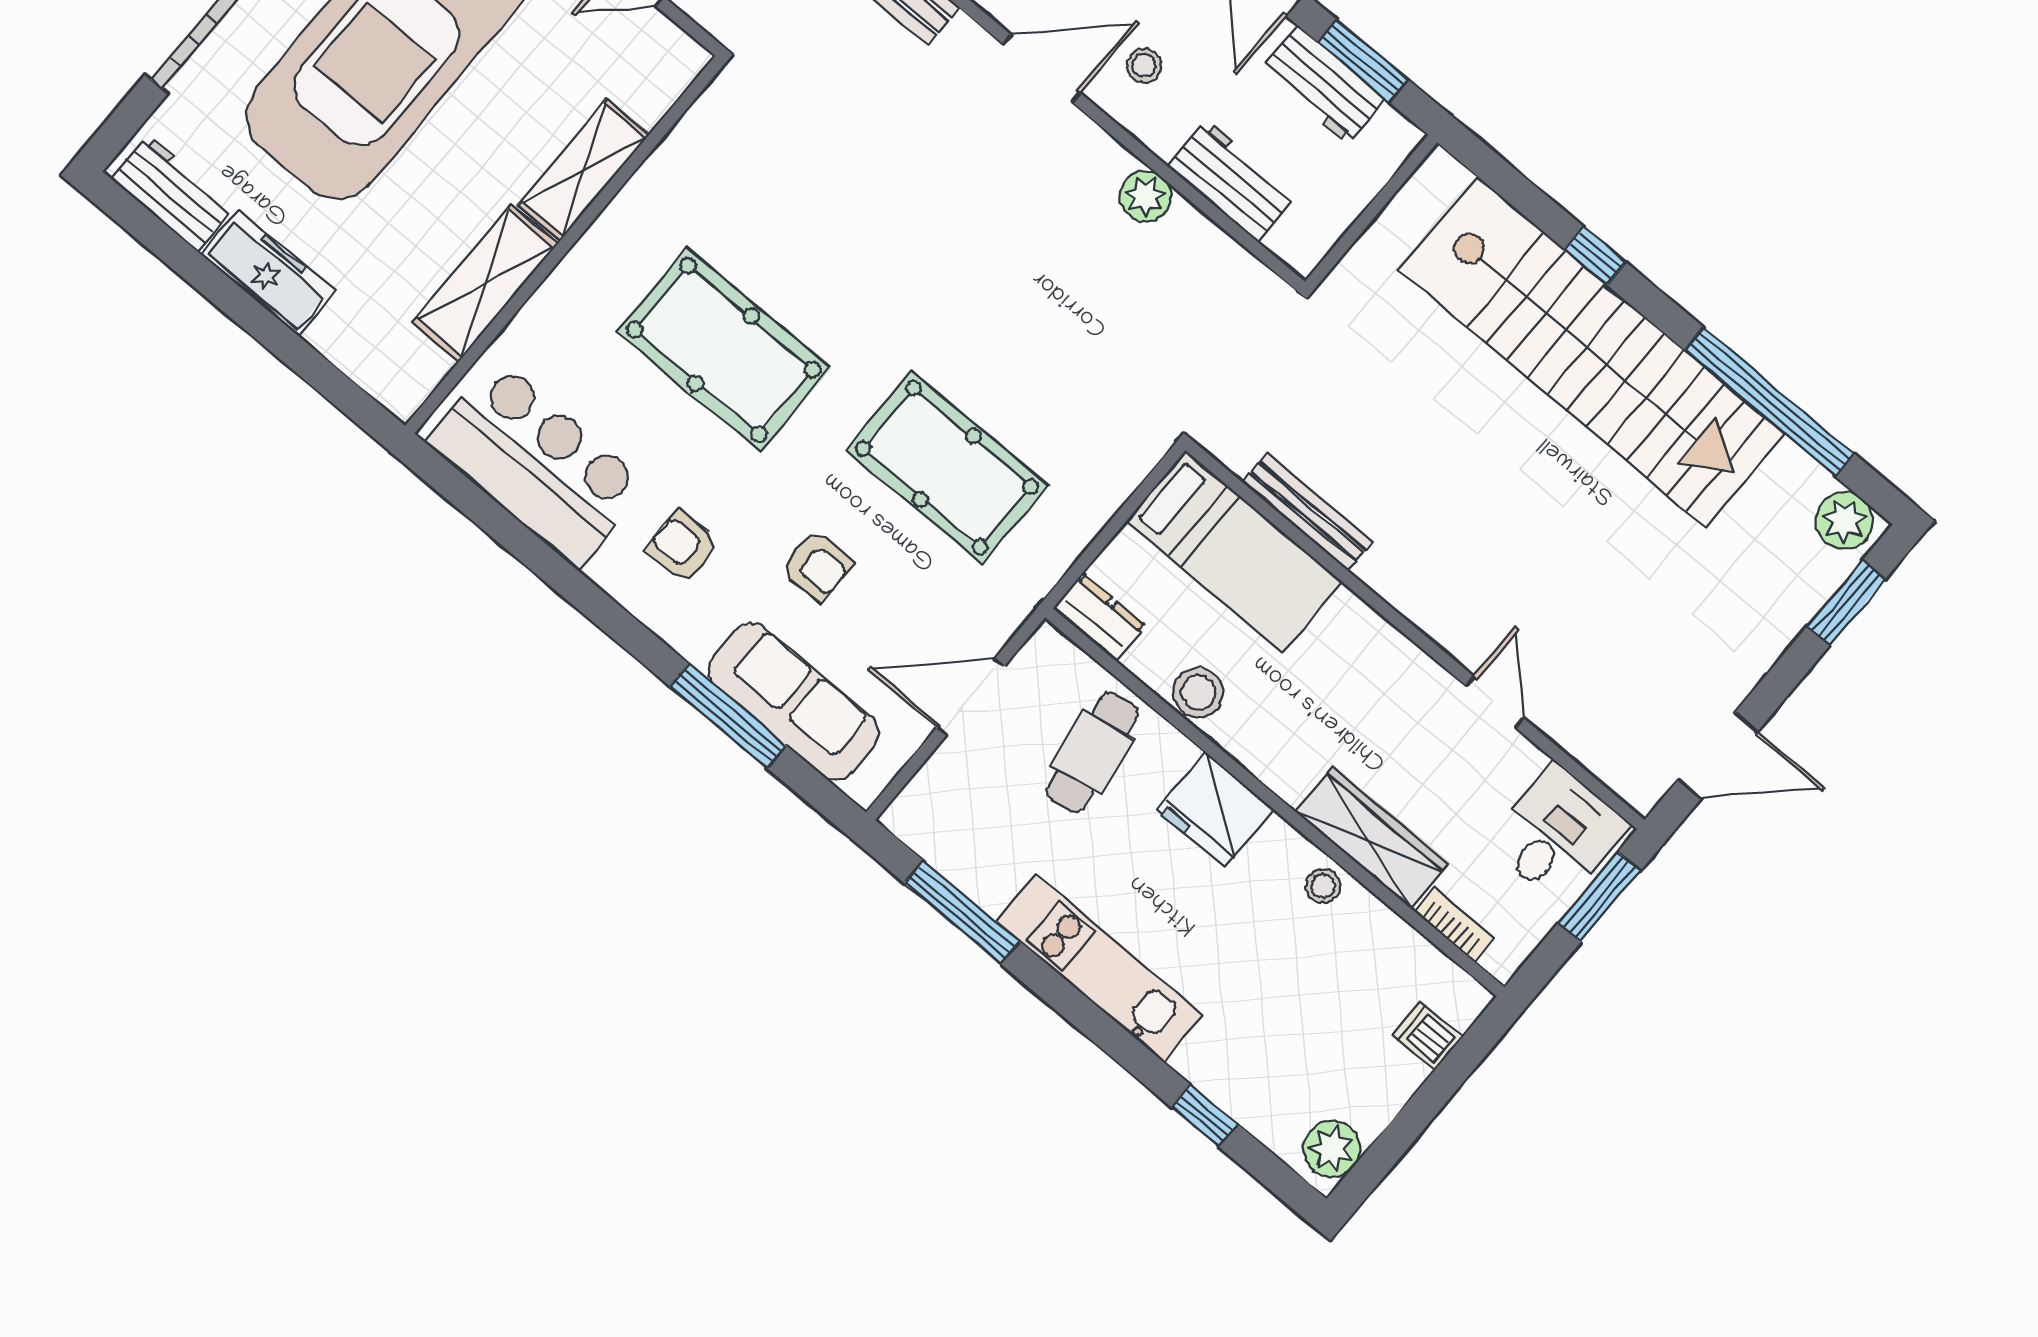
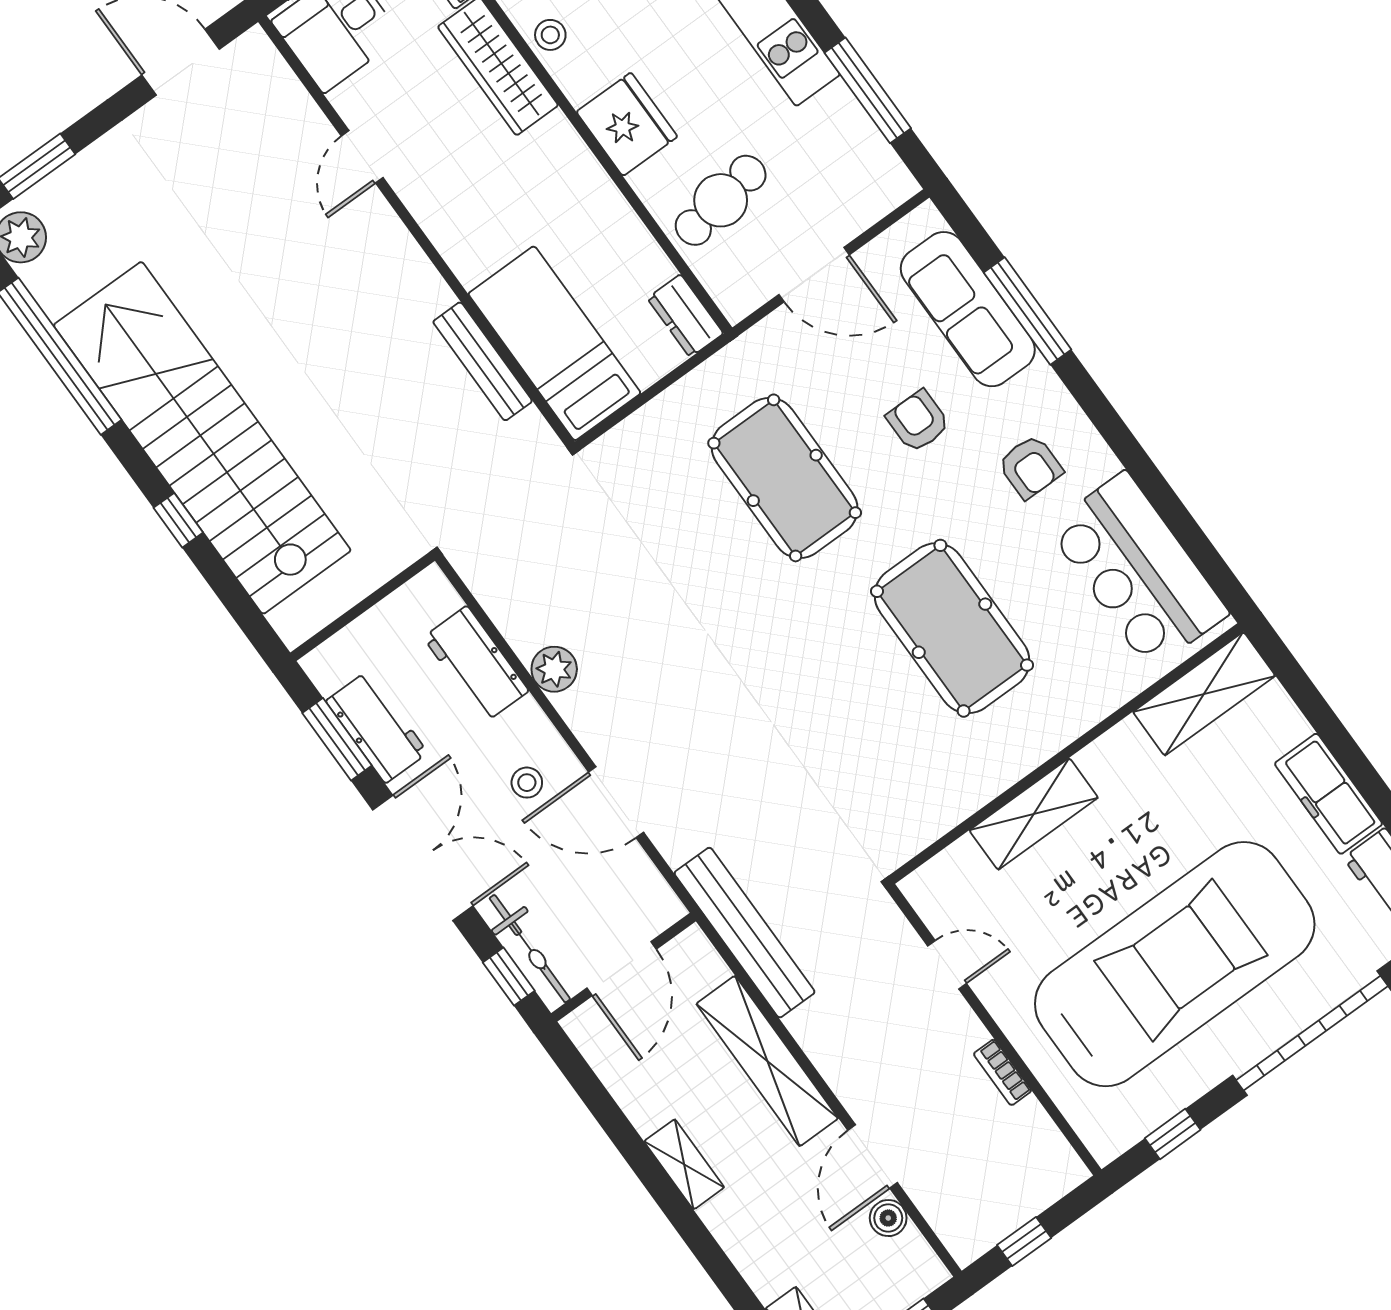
shelving: (485, 283) -> (1204, 694), moved
stool: (1198, 693) -> (616, 229), removed

